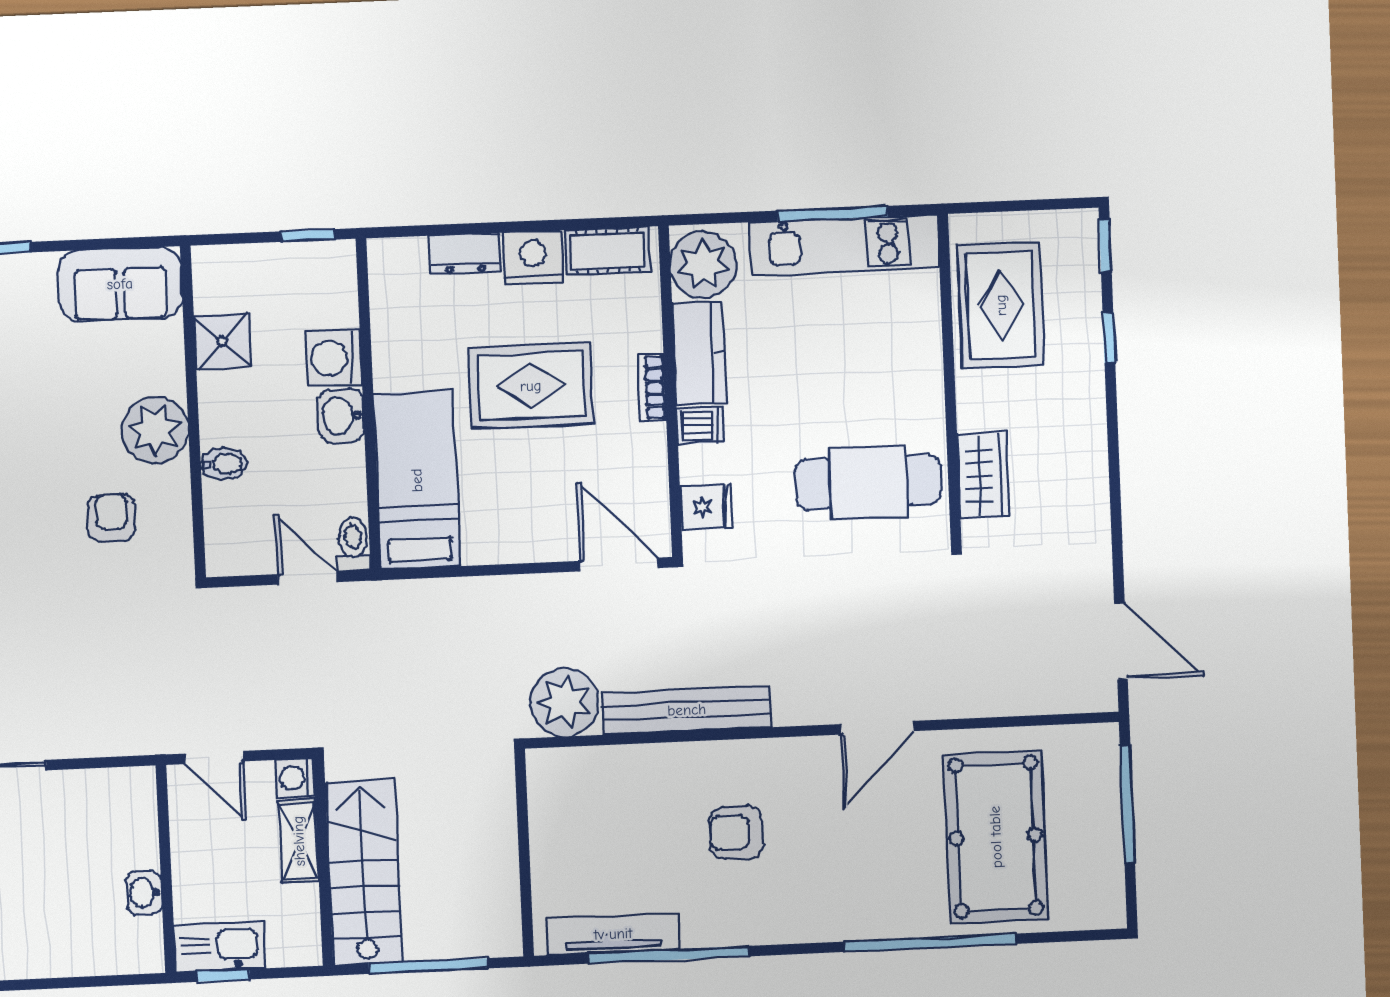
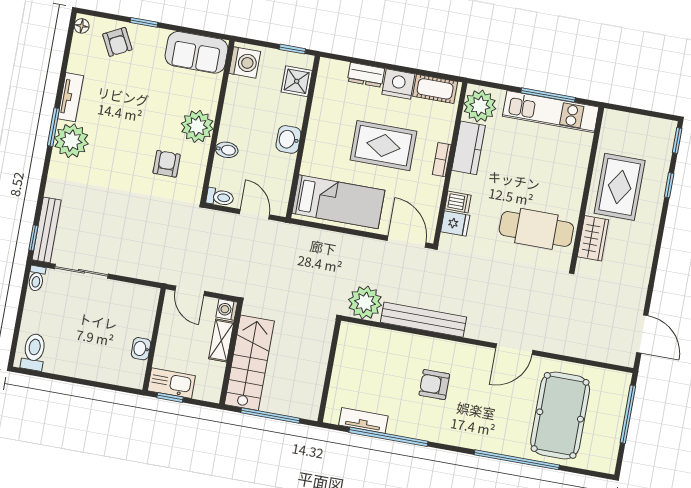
rug: (1001, 305) -> (620, 187), moved
shower: (222, 341) -> (297, 81), moved
washing machine: (333, 358) -> (245, 62), moved, turned 180
dishwasher: (701, 425) -> (458, 202), moved
bed: (417, 480) -> (338, 202), moved, turned 90
toilet: (353, 544) -> (220, 197), moved, turned 90
tv unit: (613, 934) -> (363, 420), width x0.71

